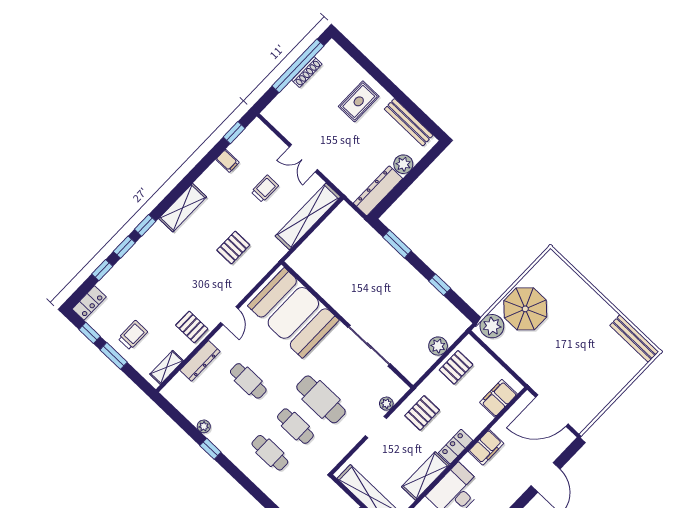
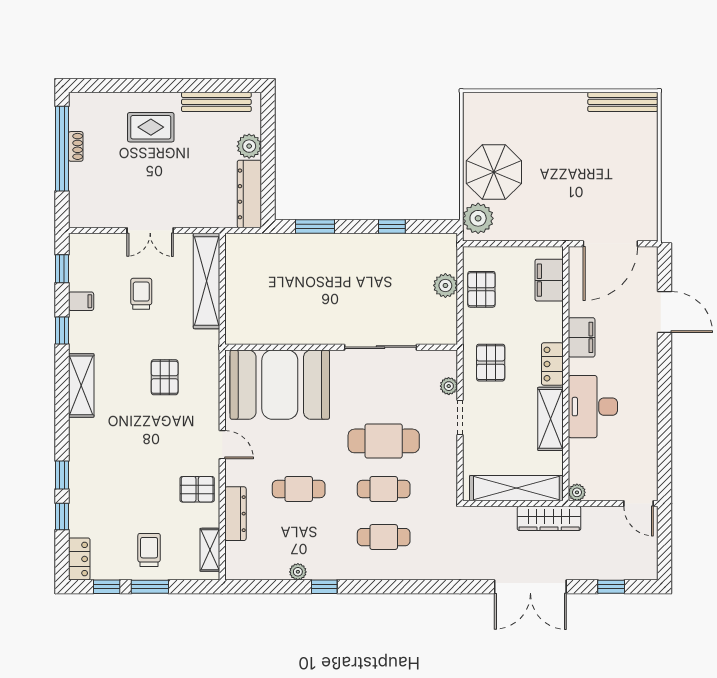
shoe rack: (307, 72) -> (76, 146), width x0.70
rug: (359, 101) -> (151, 127), turned 90
window: (145, 225) -> (62, 331), moved

